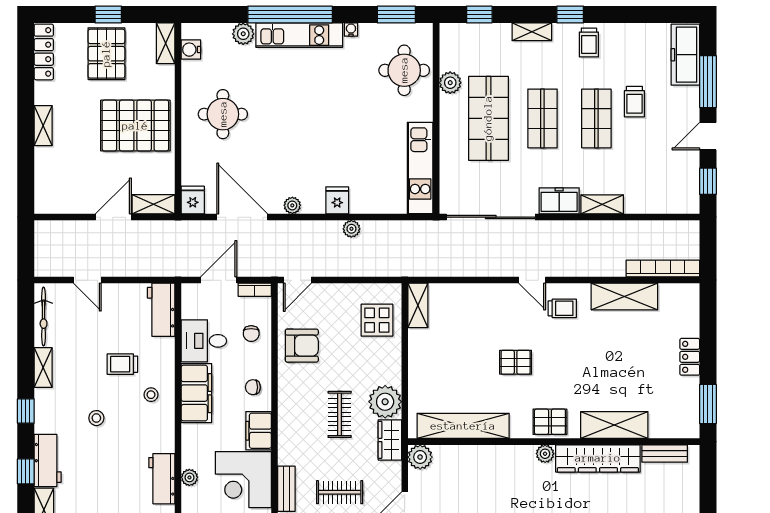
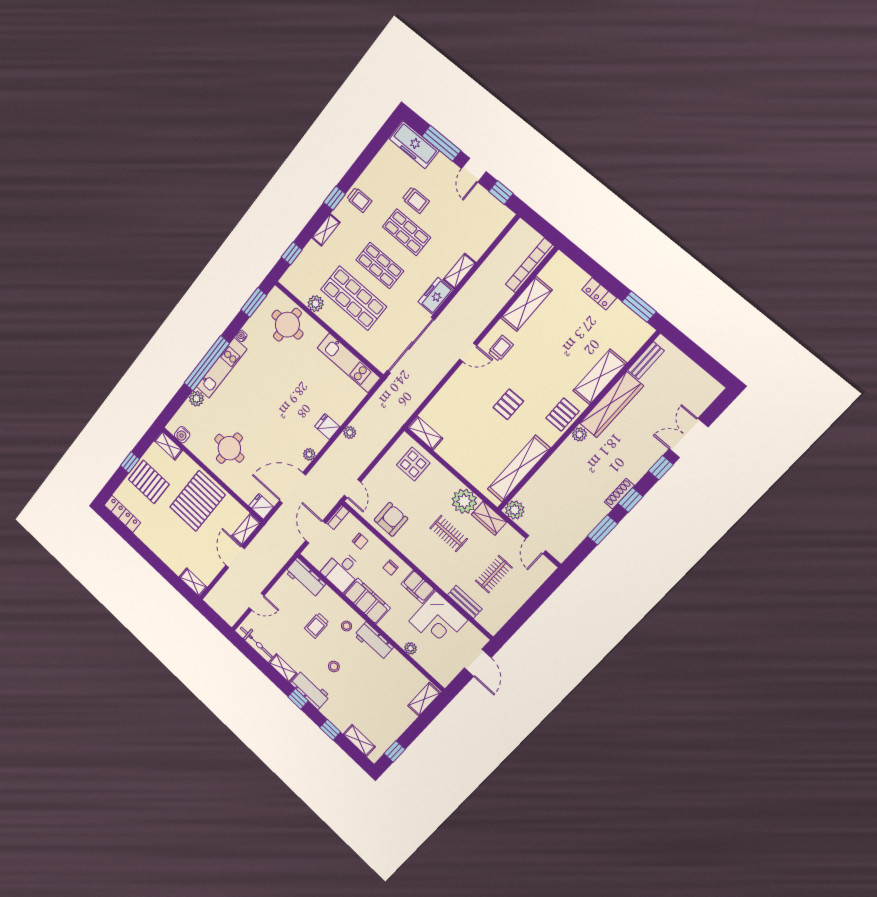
shelving: (43, 126) -> (193, 582), moved
workbench: (48, 460) -> (310, 690), moved
workbench: (162, 479) -> (374, 641), moved

